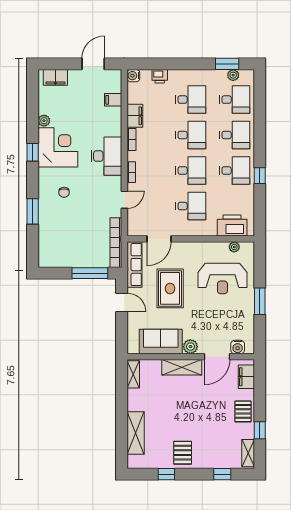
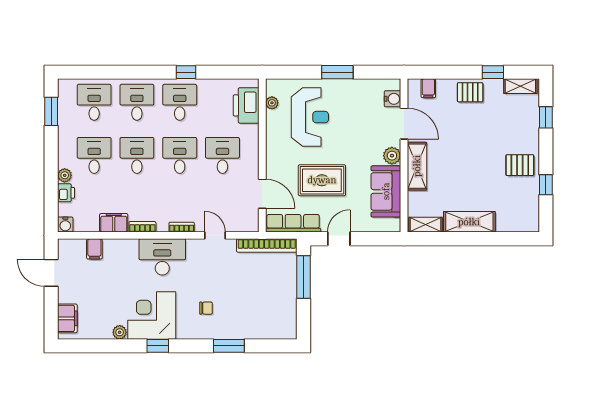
plant: (233, 75) -> (65, 175), moved
filing cabinet: (246, 377) -> (428, 88), width x0.50
shelving: (136, 433) -> (469, 222), moved

